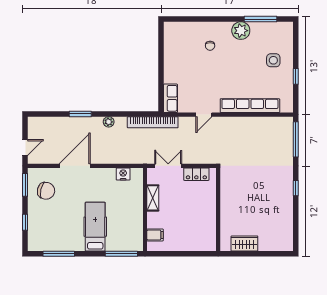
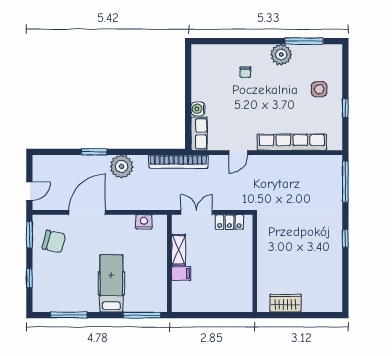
water cooler: (170, 77) -> (198, 109), added
plant: (109, 122) -> (122, 166), width x1.88, depth x1.88
filing cabinet: (155, 235) -> (181, 273), moved

